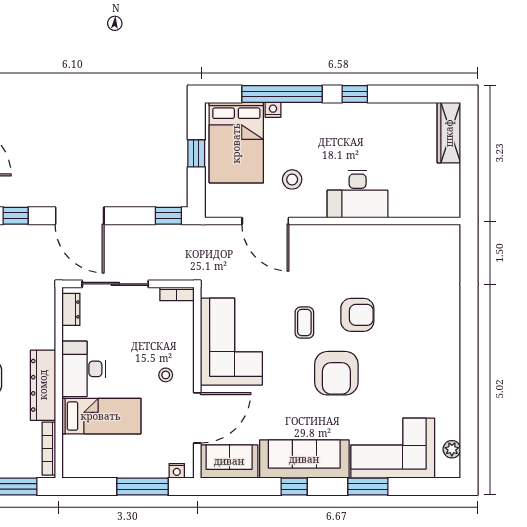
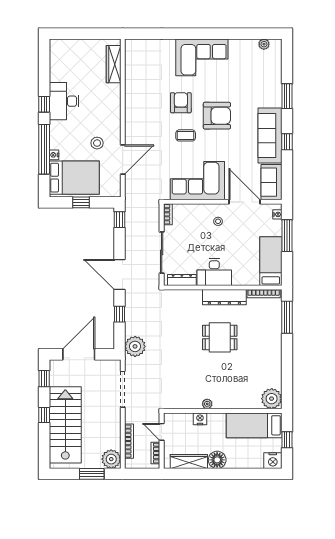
wardrobe: (449, 133) -> (114, 64), moved, turned 90
desk: (358, 194) -> (64, 101), moved, turned 180
door: (80, 216) -> (119, 275), swing flipped
dresser: (71, 309) -> (182, 280), width x1.44
bed: (101, 416) -> (271, 261), moved
corner sofa: (393, 448) -> (202, 57), moved, turned -90

